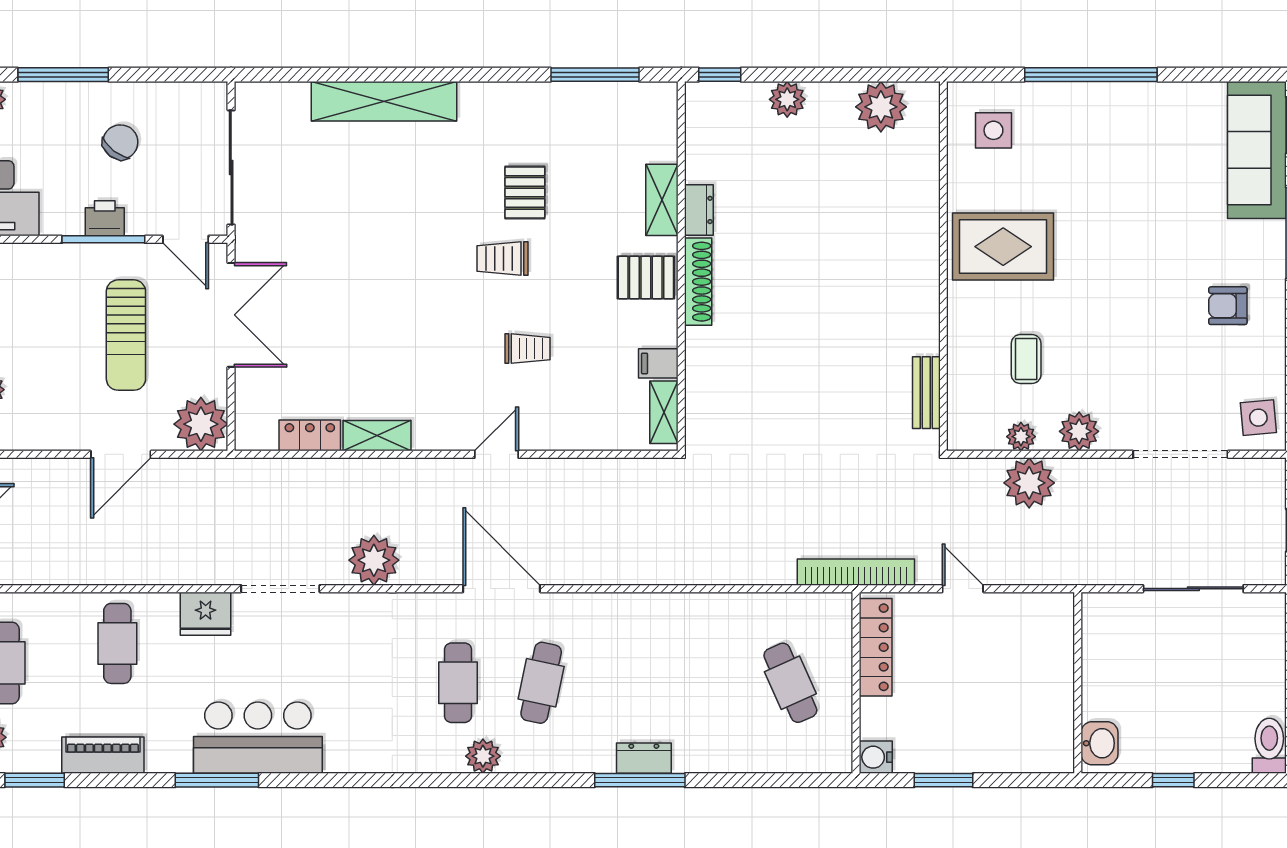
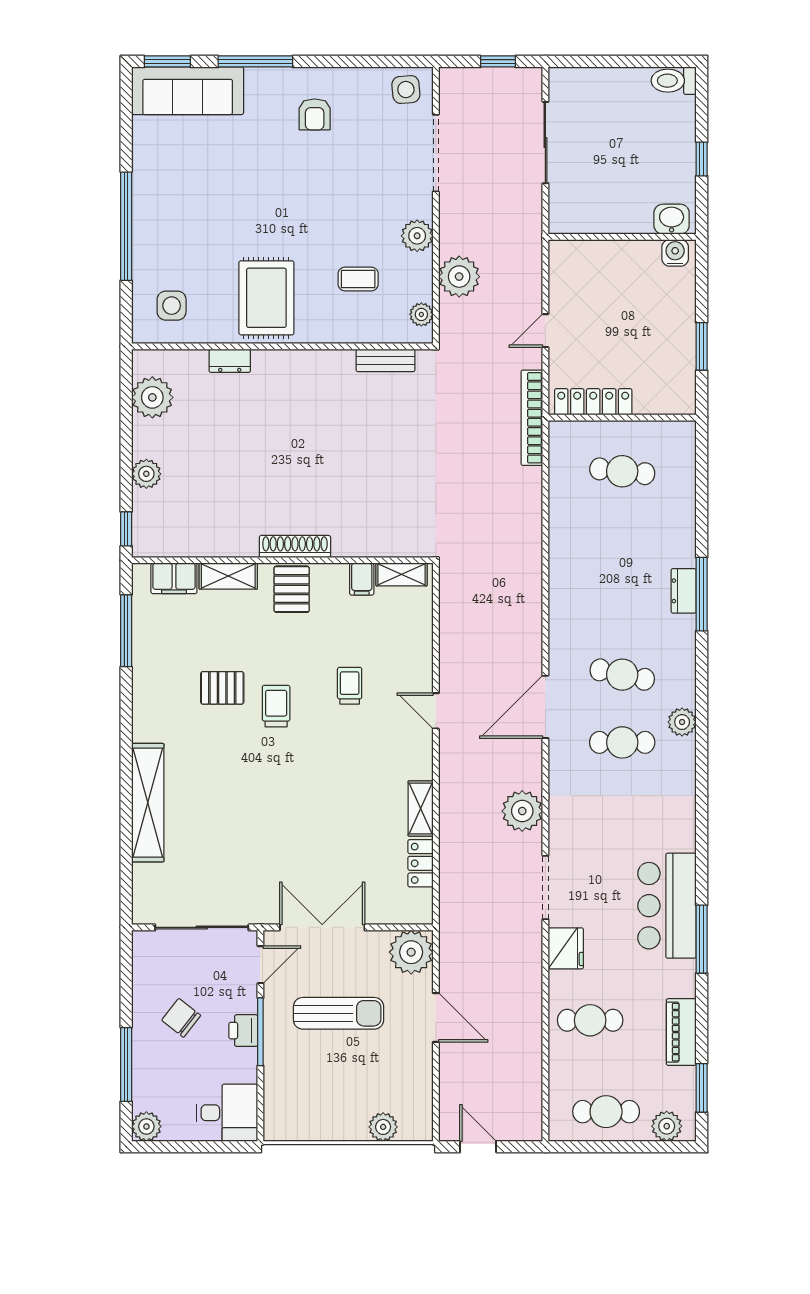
filing cabinet: (659, 133) -> (174, 578), added
dresser: (699, 210) -> (230, 361), moved, turned 180
trolley: (502, 258) -> (276, 706), turned 180
plant: (1021, 437) -> (421, 314), moved
cafe table: (790, 683) -> (622, 471), turned 30
water cooler: (876, 757) -> (675, 253), moved, turned 180

